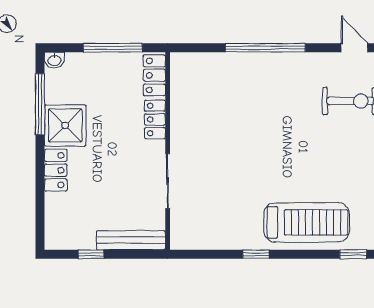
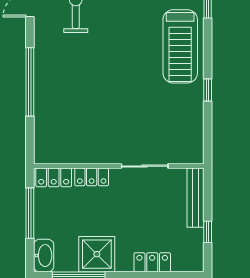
washbasin: (54, 60) -> (44, 256), width x1.91, depth x1.45
locker: (56, 170) -> (152, 262), moved
treadmill: (307, 222) -> (180, 46), turned 180

